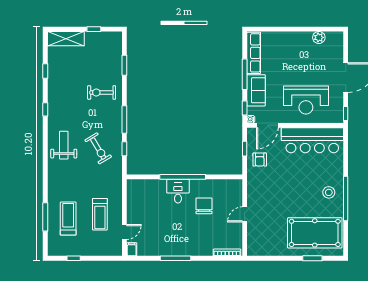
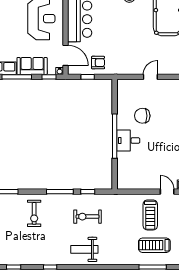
exercise bike: (98, 148) -> (87, 217), turned -149
treadmill: (100, 214) -> (150, 215), turned 90
door: (245, 214) -> (150, 77), swing flipped

